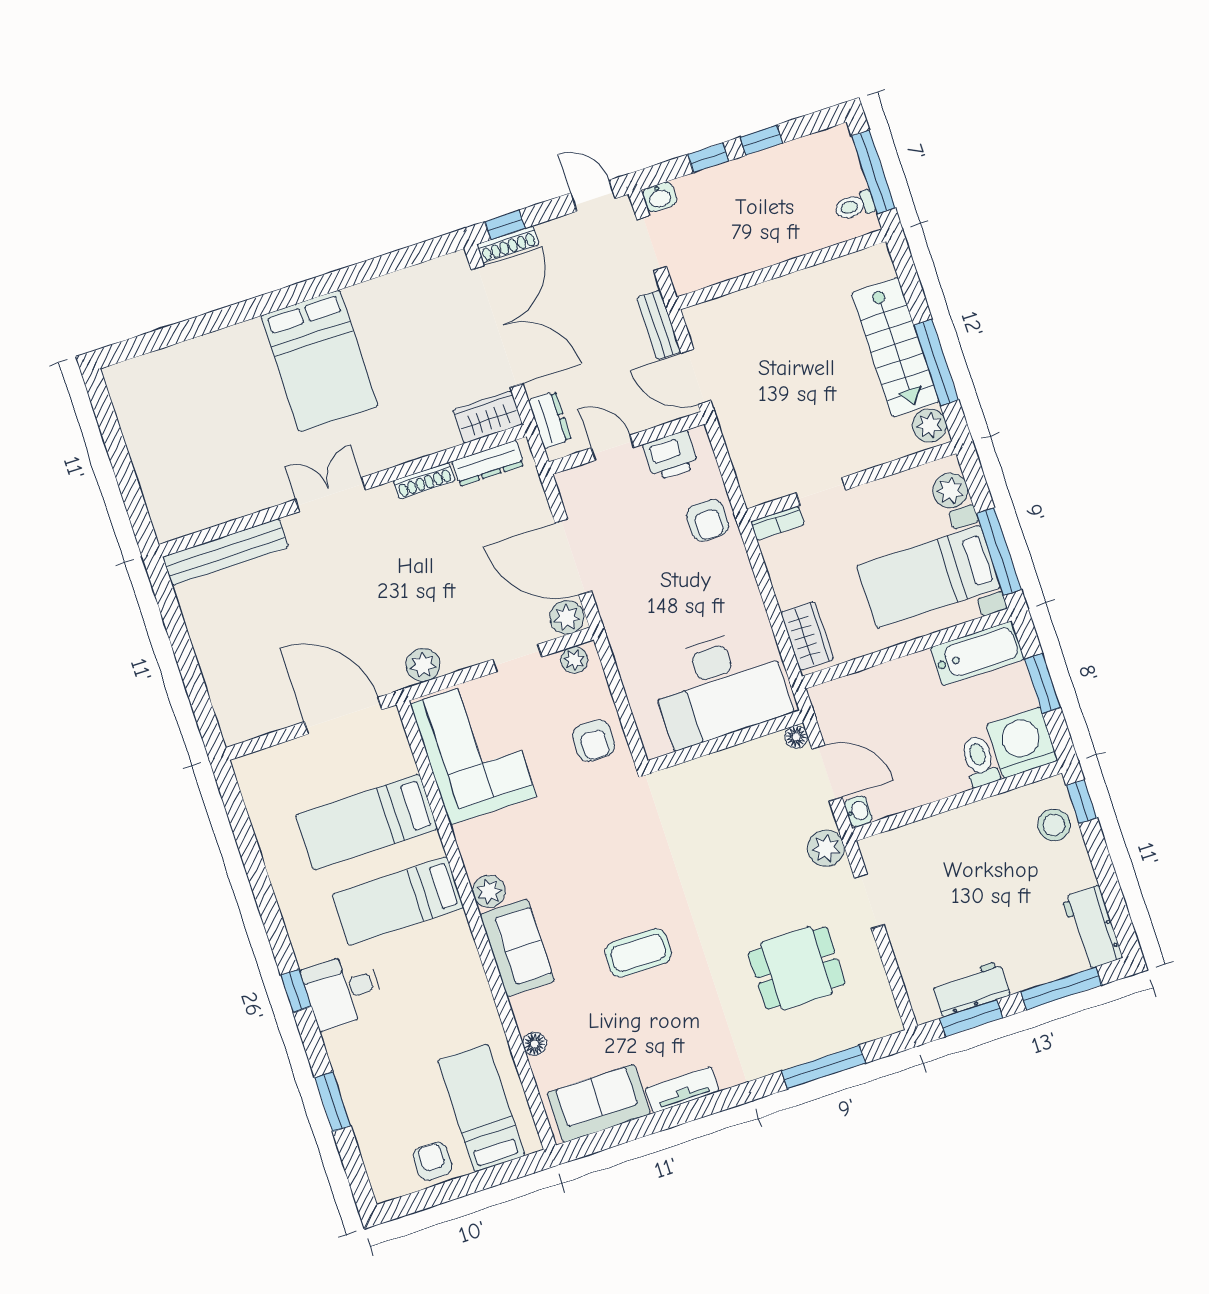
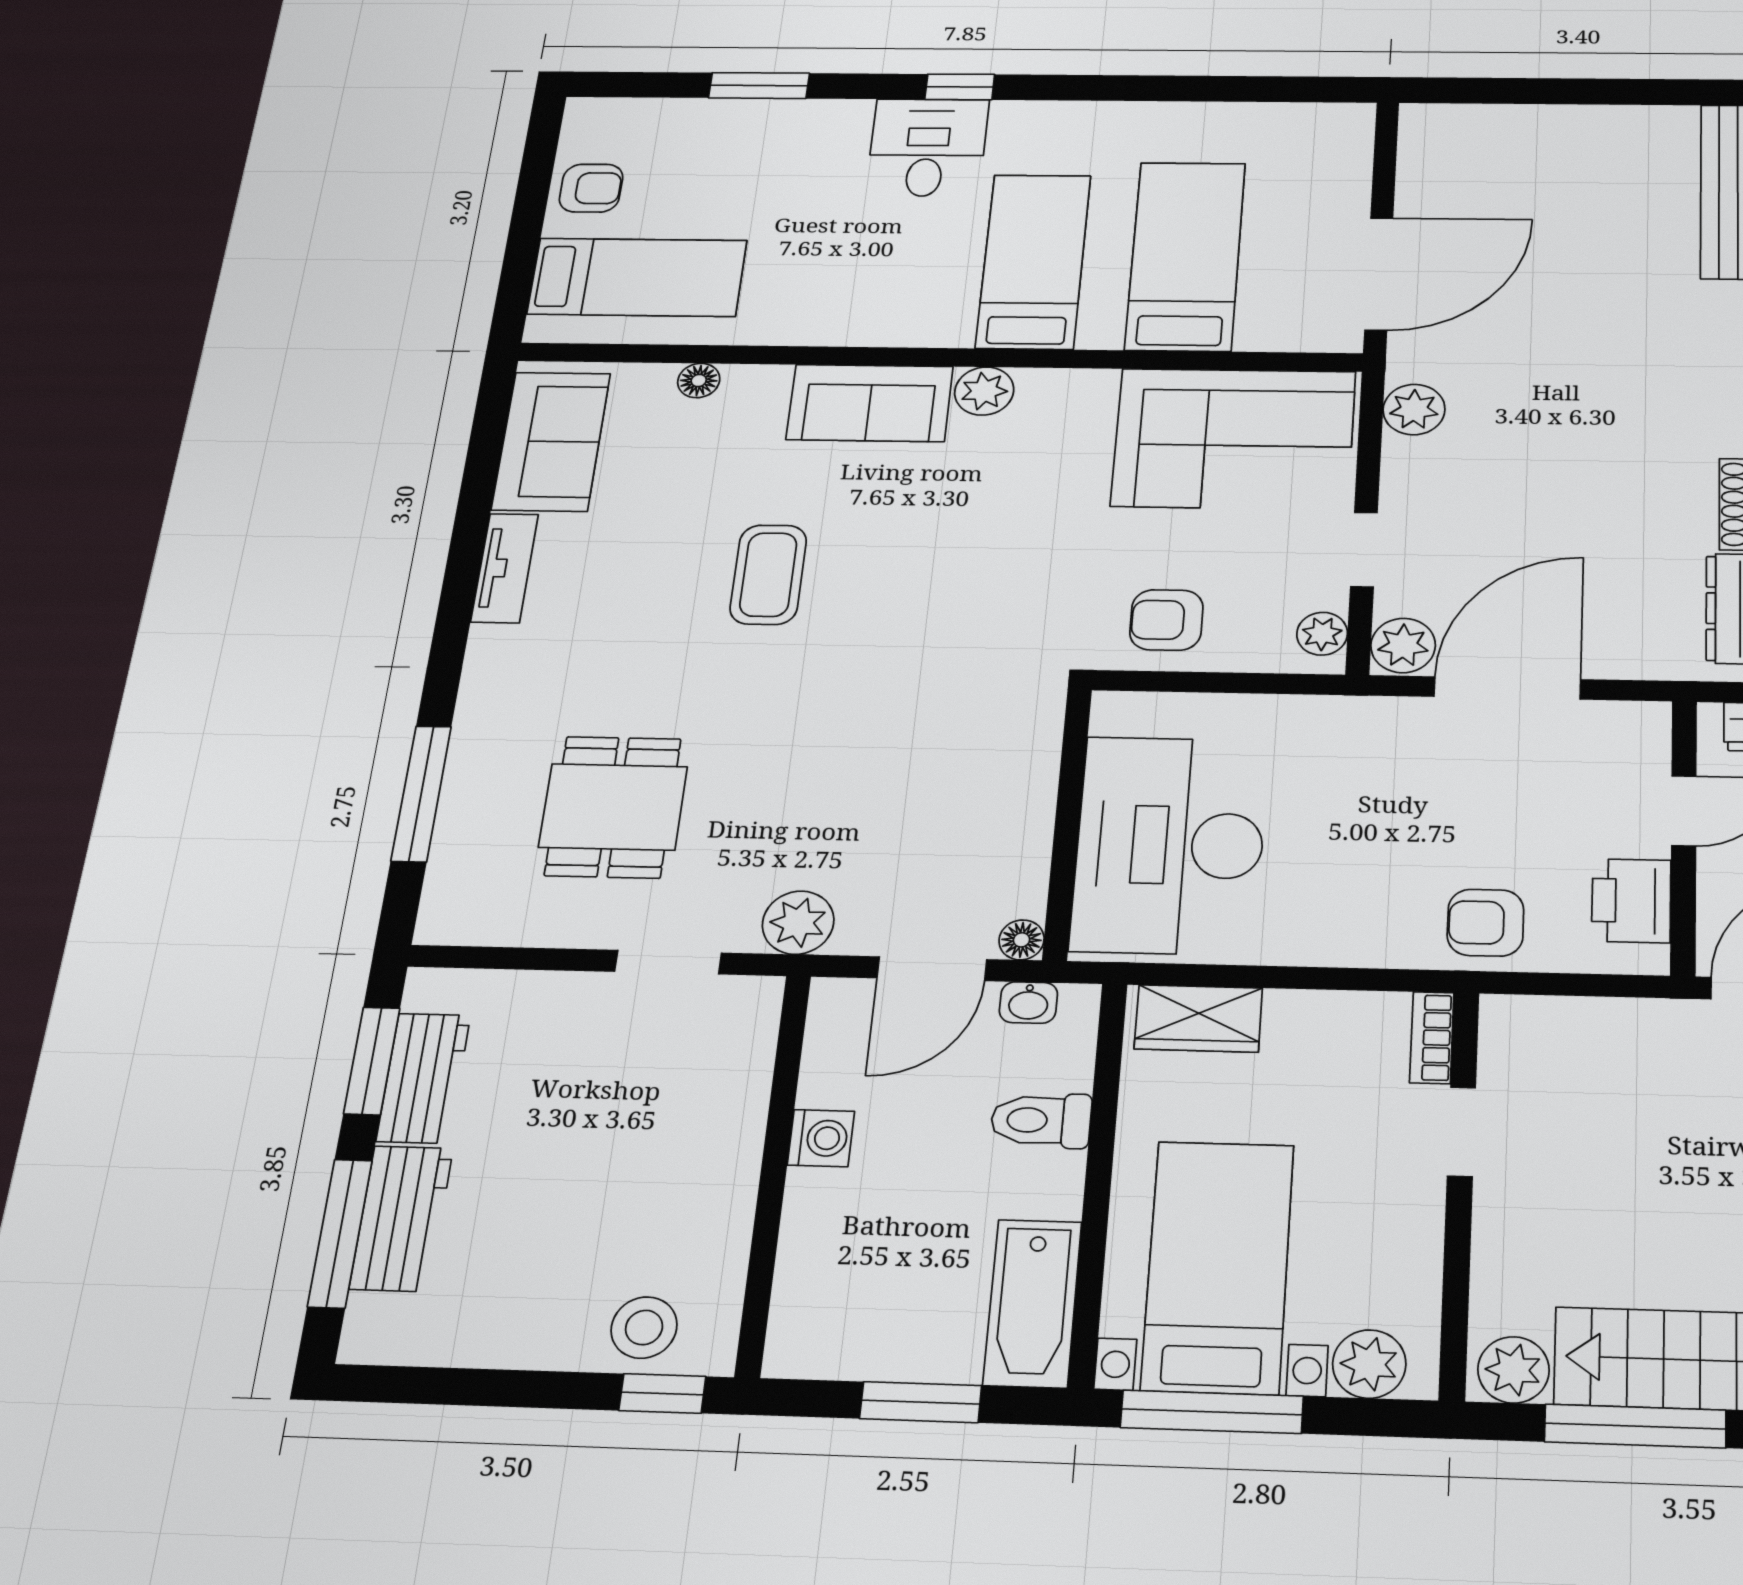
washing machine: (1022, 743) -> (821, 1138), moved, width x0.53, depth x0.53
toilet: (980, 761) -> (1041, 1120), moved, turned 180
washbasin: (858, 811) -> (1028, 1003), moved
workbench: (1092, 928) -> (401, 1218), moved, turned 90

